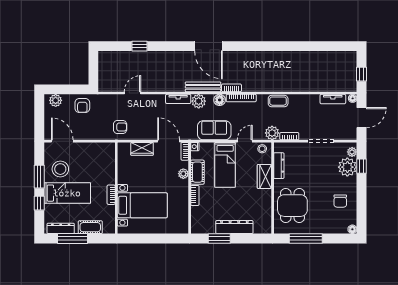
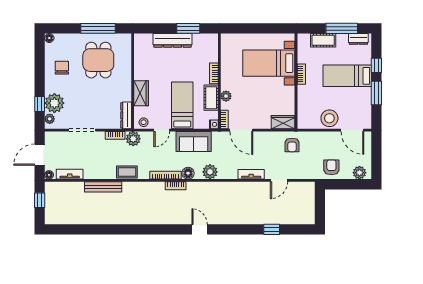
door: (208, 46) -> (200, 229), width x0.53
bench: (203, 87) -> (103, 187), moved
tv unit: (178, 99) -> (251, 174), moved
armchair: (120, 127) -> (292, 145), turned -90
wardrobe: (142, 149) -> (283, 122), moved
dresser: (279, 166) -> (126, 115), moved
stool: (60, 169) -> (329, 118), moved
dining table: (292, 206) -> (98, 60), moved
dresser: (61, 228) -> (358, 39), width x0.70

